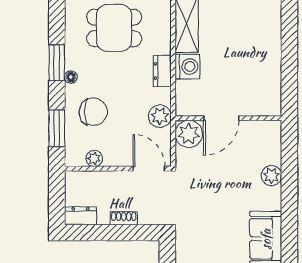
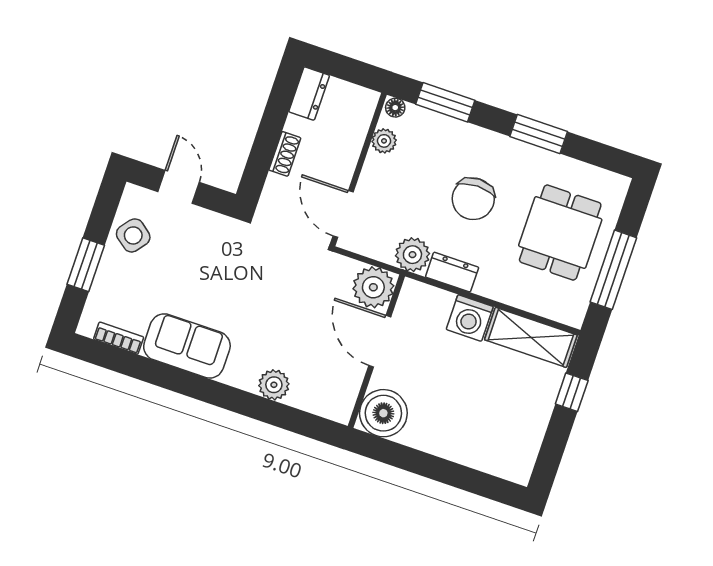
dresser: (162, 71) -> (452, 272), moved
floor lamp: (71, 77) -> (395, 108), moved
boiler: (266, 101) -> (383, 413), added
chair: (93, 112) -> (473, 199), moved
door: (149, 169) -> (343, 214), swing flipped

